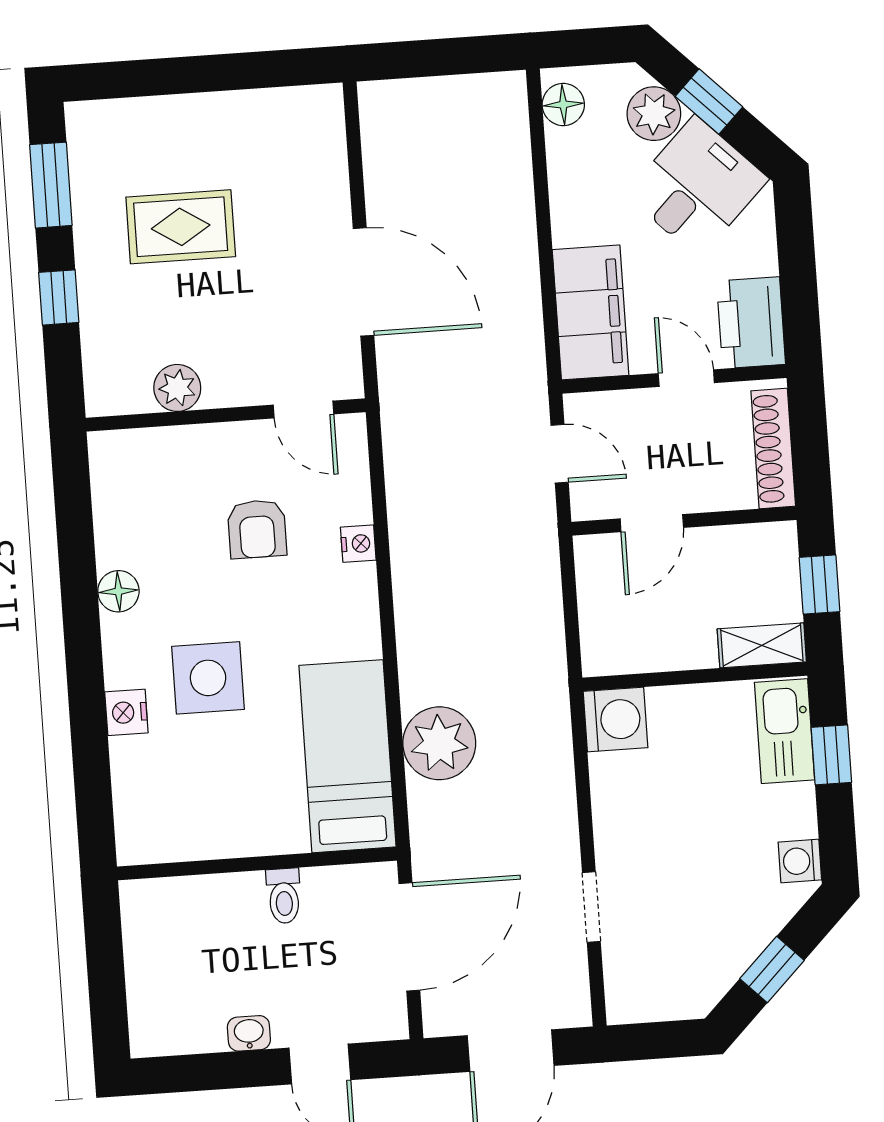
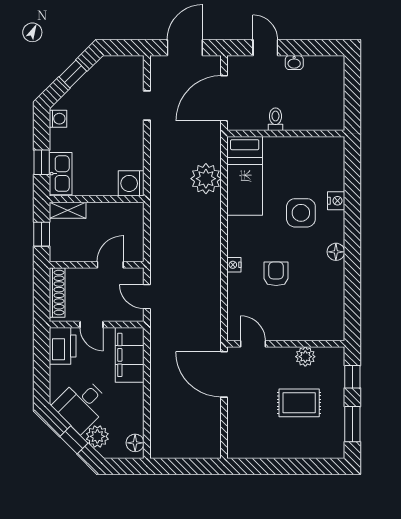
plant: (177, 388) -> (305, 357), moved
door: (304, 410) -> (253, 344), moved
wall: (226, 415) -> (286, 344), moved

